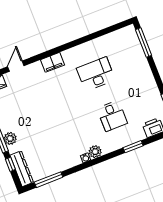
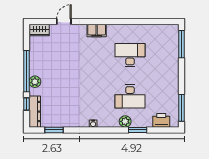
desk: (112, 116) -> (130, 96), width x1.37
plant: (95, 152) -> (125, 121), moved
window: (49, 180) -> (54, 130), width x0.69

